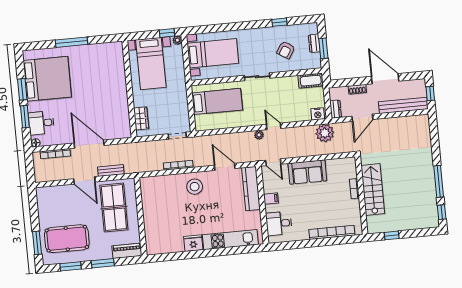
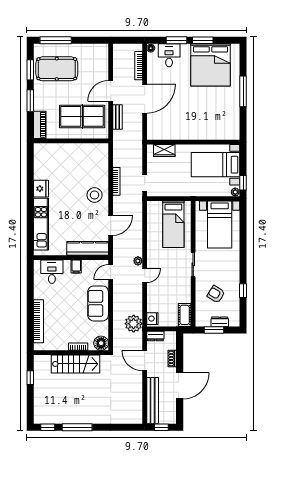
floor lamp: (348, 165) -> (101, 343), added
pool table: (67, 239) -> (57, 69), turned 90
window: (37, 243) -> (56, 40), width x1.44

